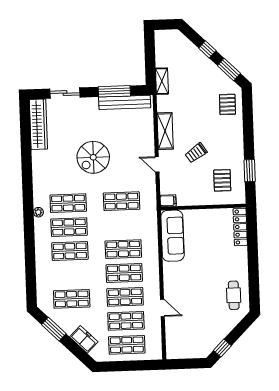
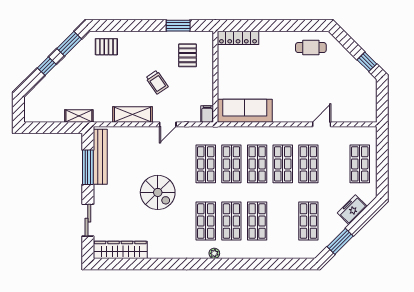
pallet: (222, 180) -> (187, 55), turned 90
shop shelf: (126, 321) -> (231, 164), moved

